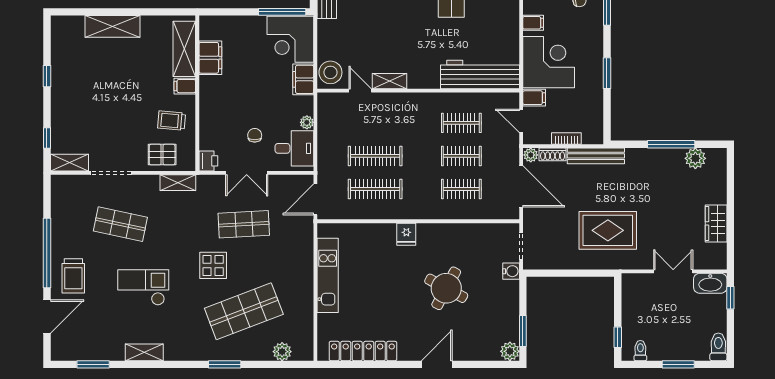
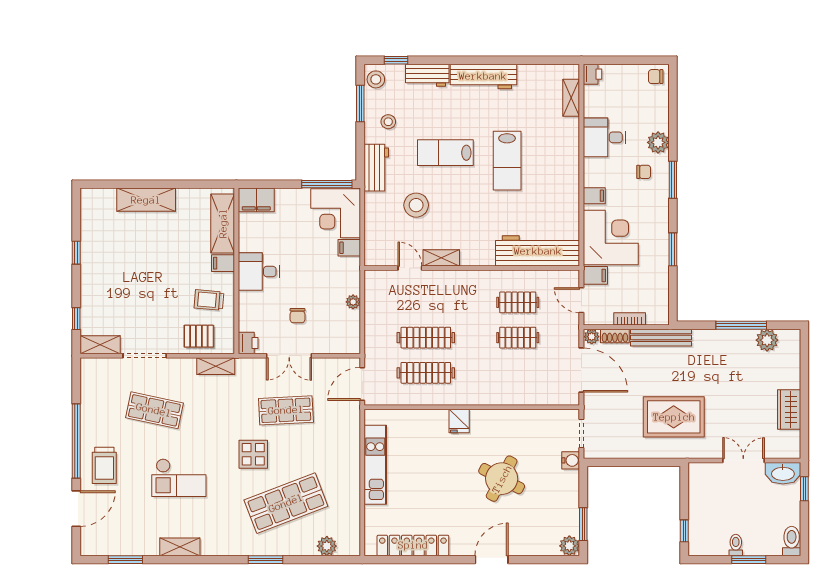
filing cabinet: (210, 58) -> (256, 200), moved, turned 90
stool: (330, 72) -> (416, 205), moved
filing cabinet: (303, 79) -> (349, 248), width x0.50
chair: (255, 135) -> (298, 316), turned 180
desk: (294, 148) -> (259, 271), moved, turned 180
clothes rail: (461, 189) -> (518, 373), removed
checkout: (143, 287) -> (179, 478), turned 180
toilet: (640, 351) -> (736, 545), moved

